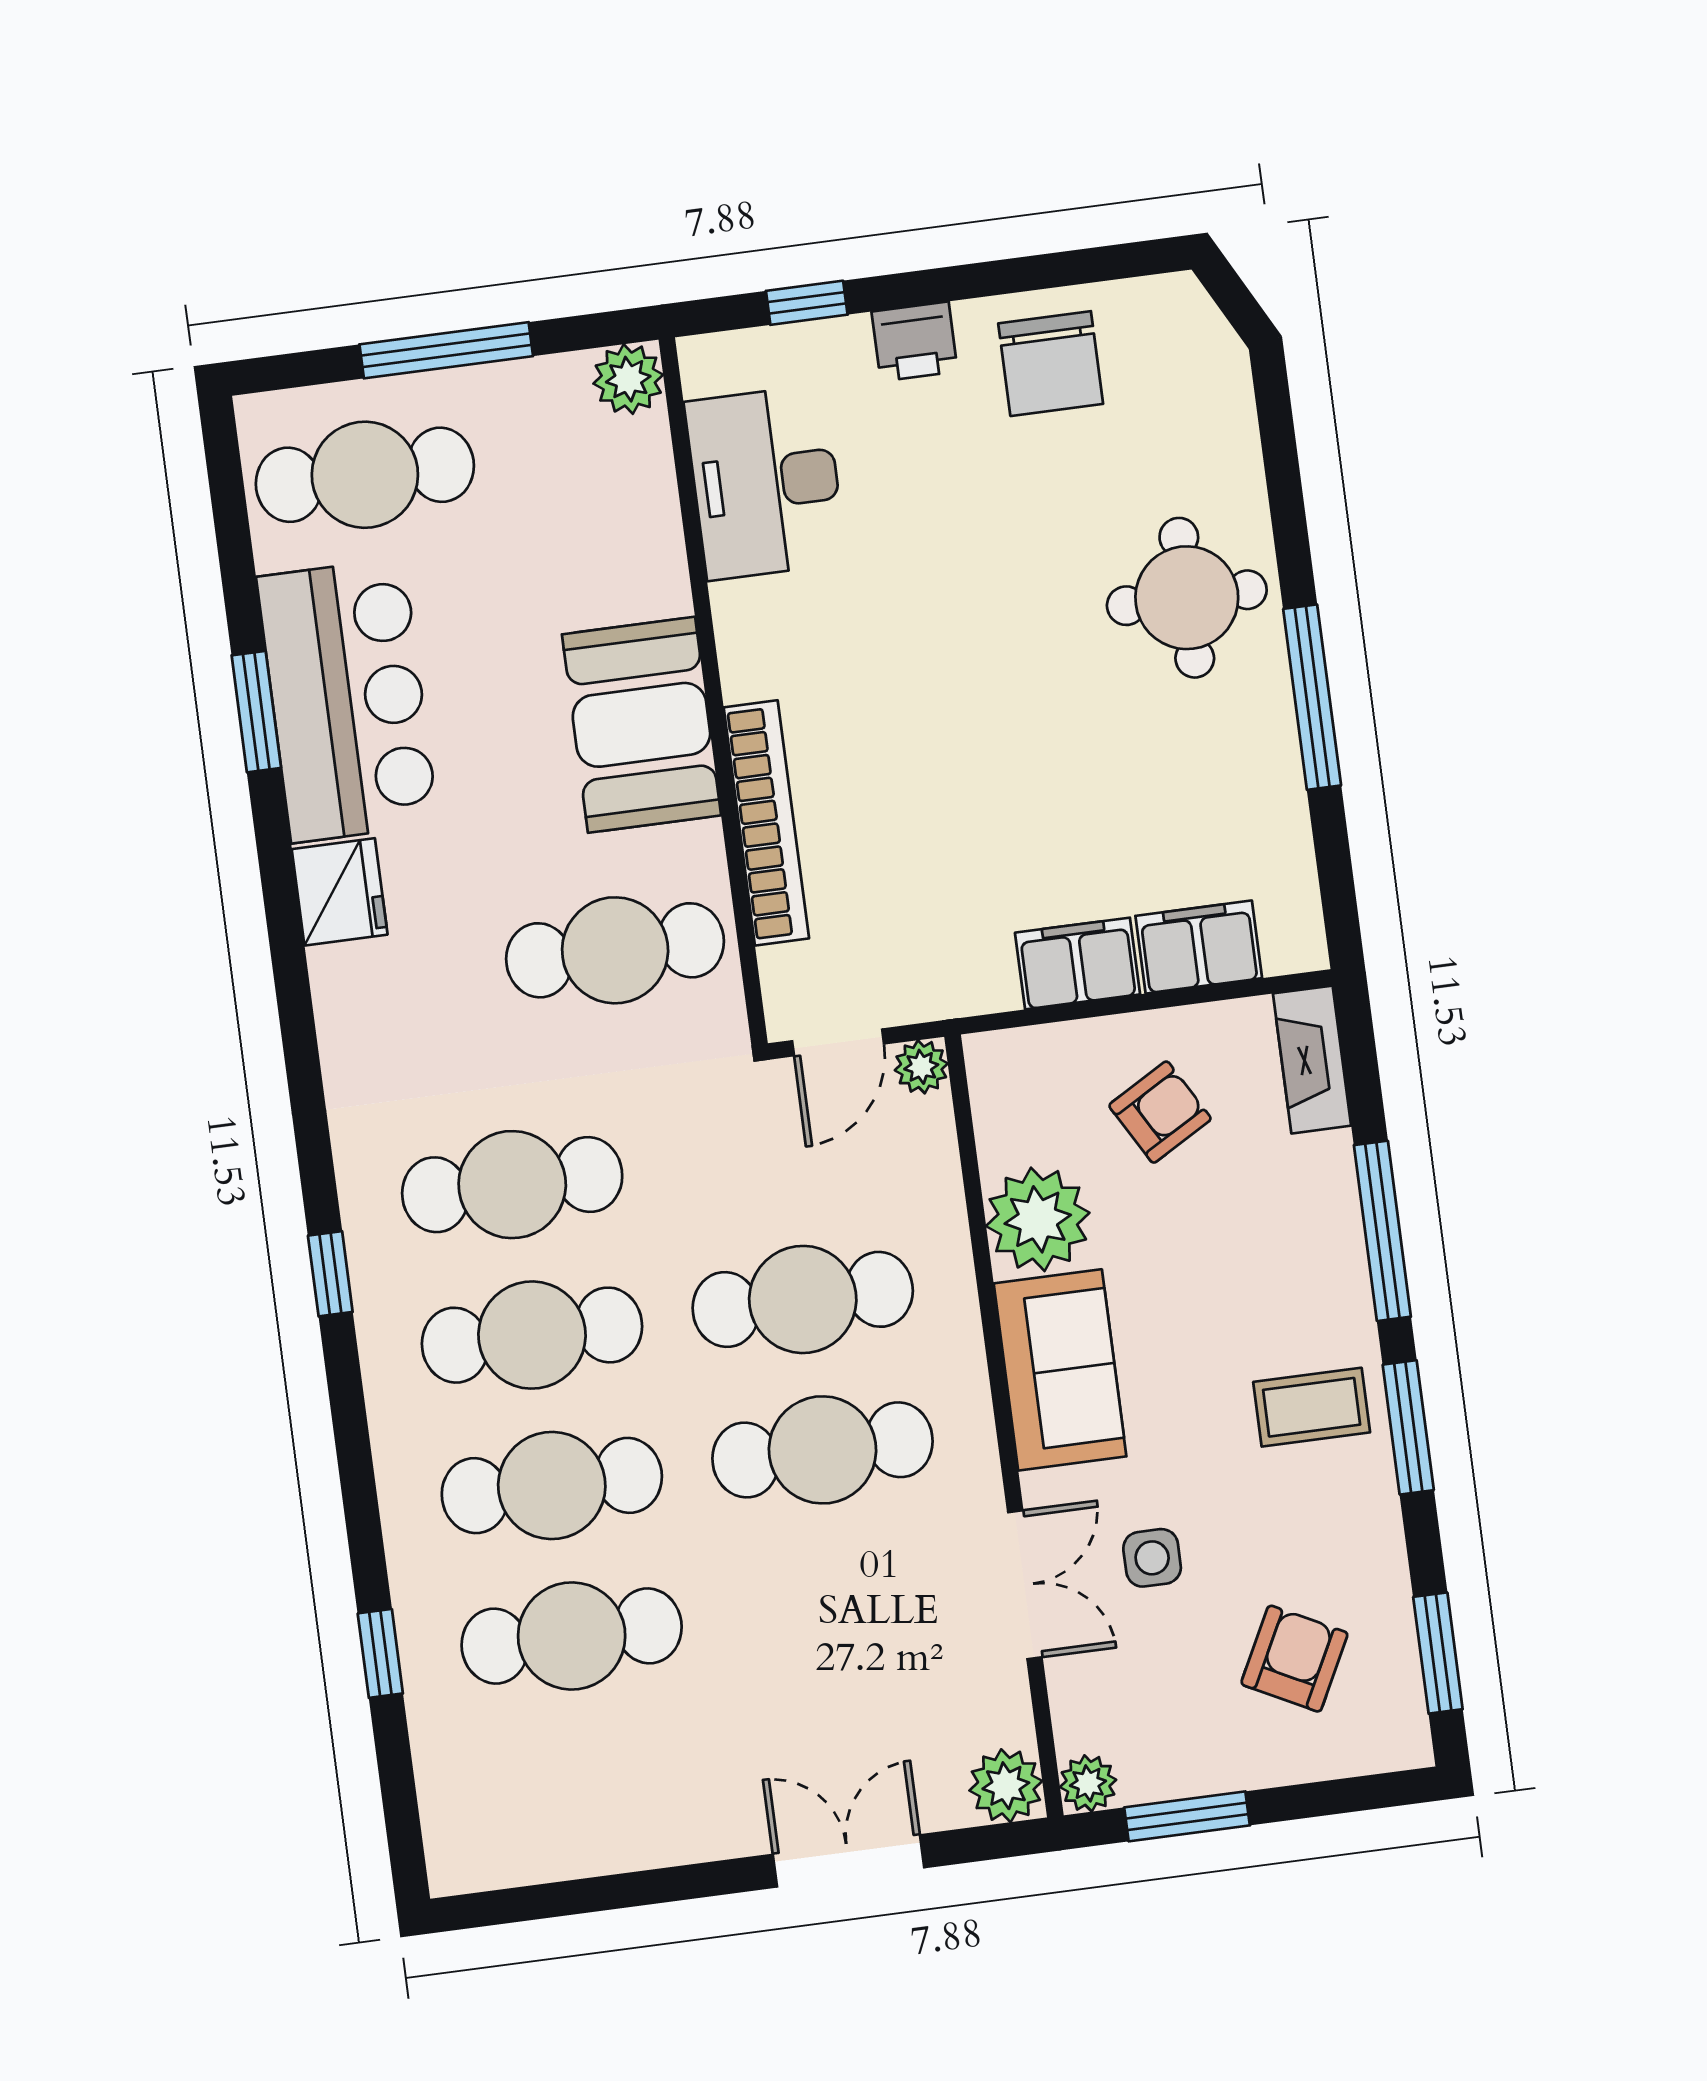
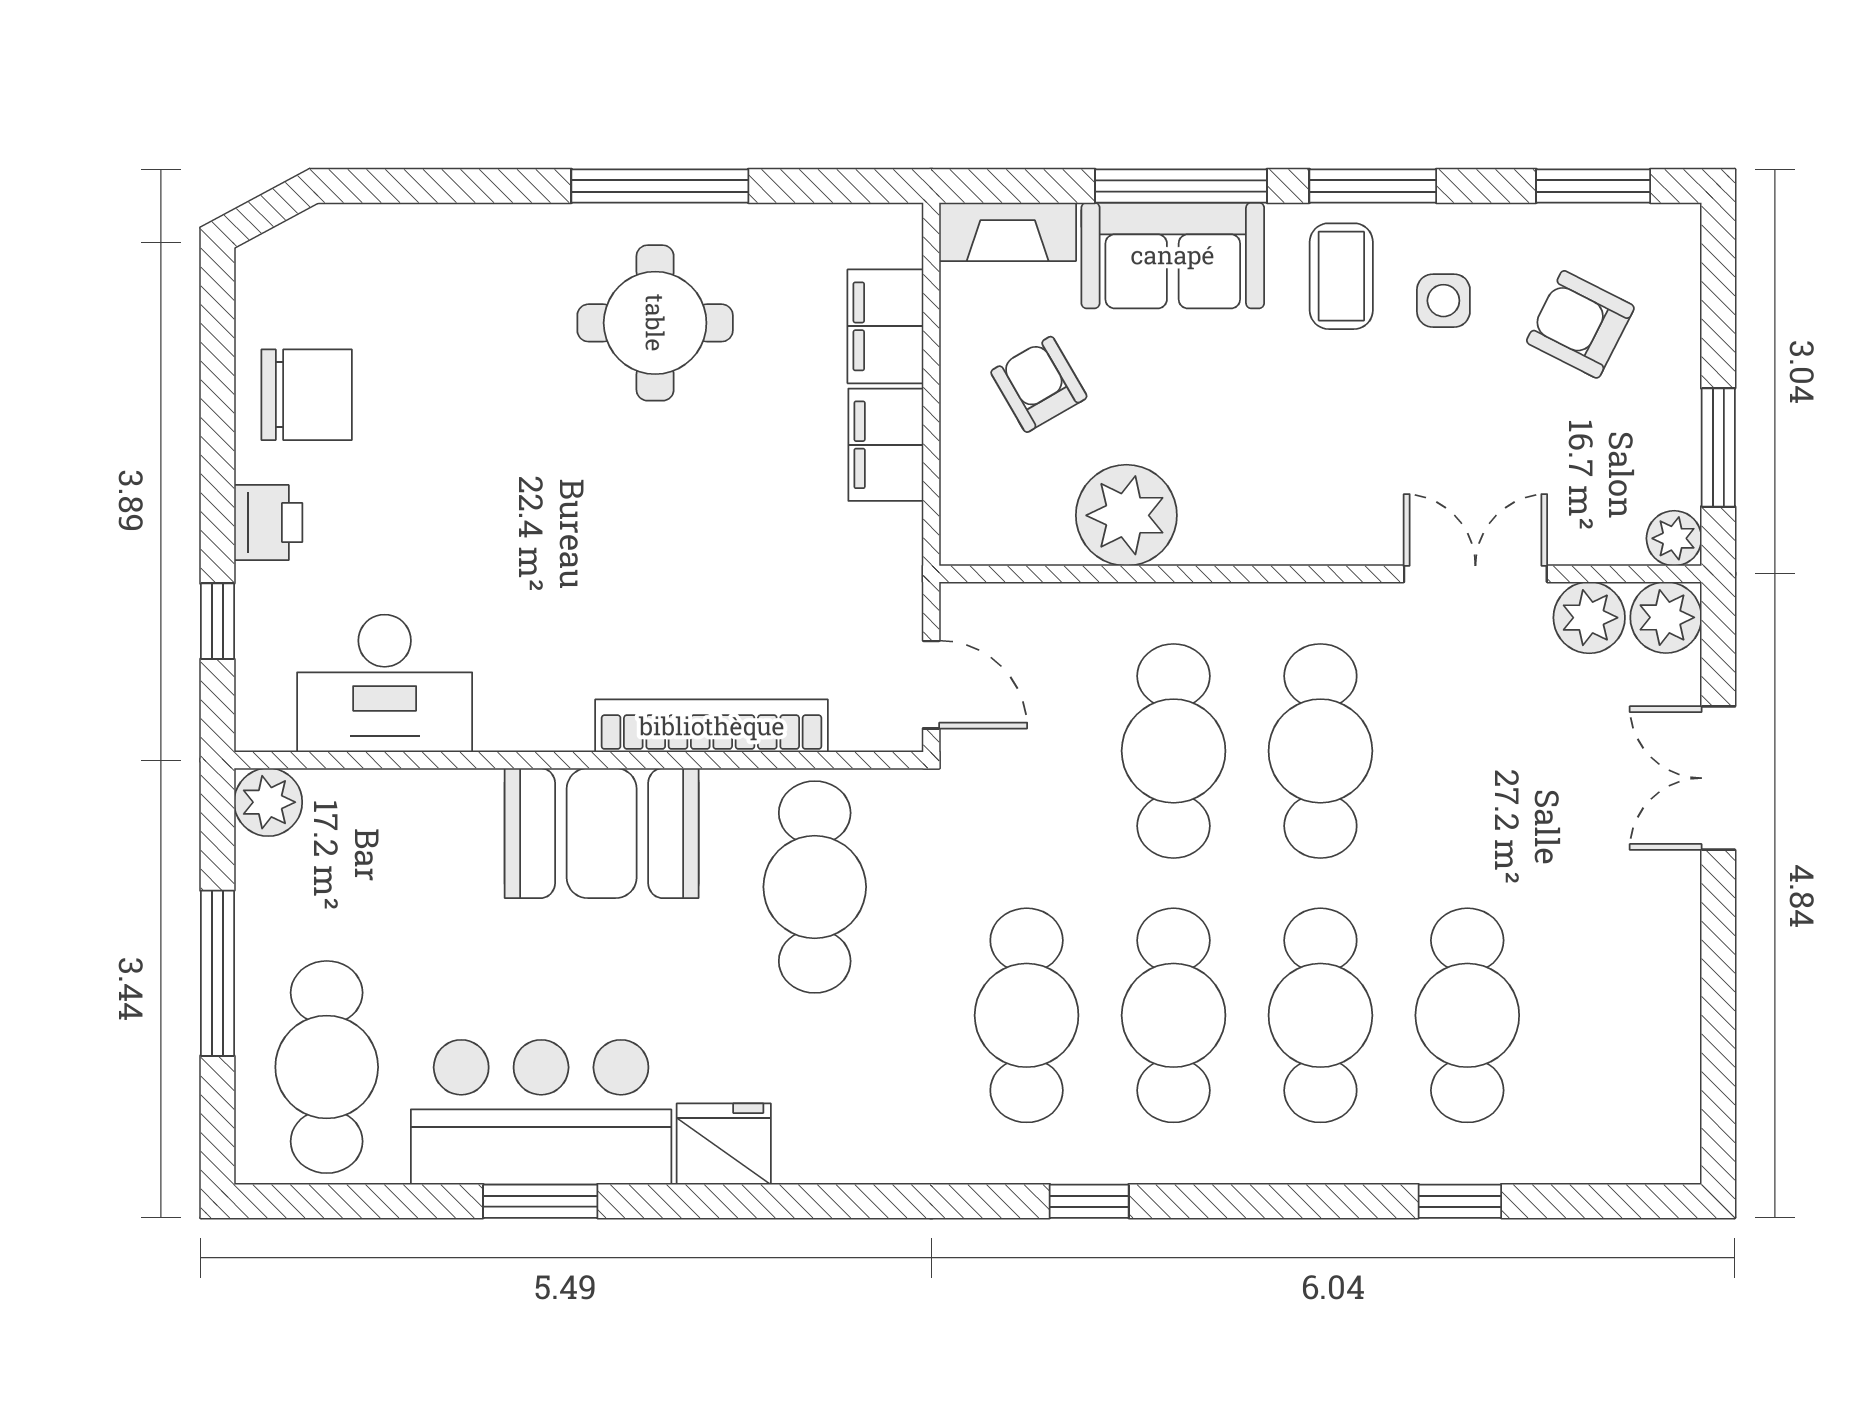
round table: (1187, 598) -> (655, 323), moved
plant: (921, 1067) -> (1589, 618), moved, width x1.38, depth x1.38
sofa: (1060, 1370) -> (1173, 255), moved, turned 180
side table: (1152, 1558) -> (1443, 301), moved

